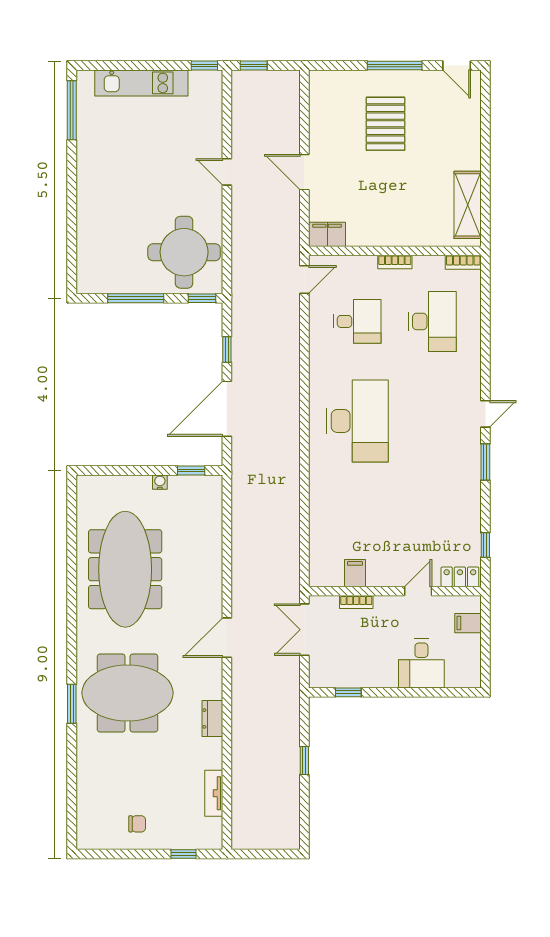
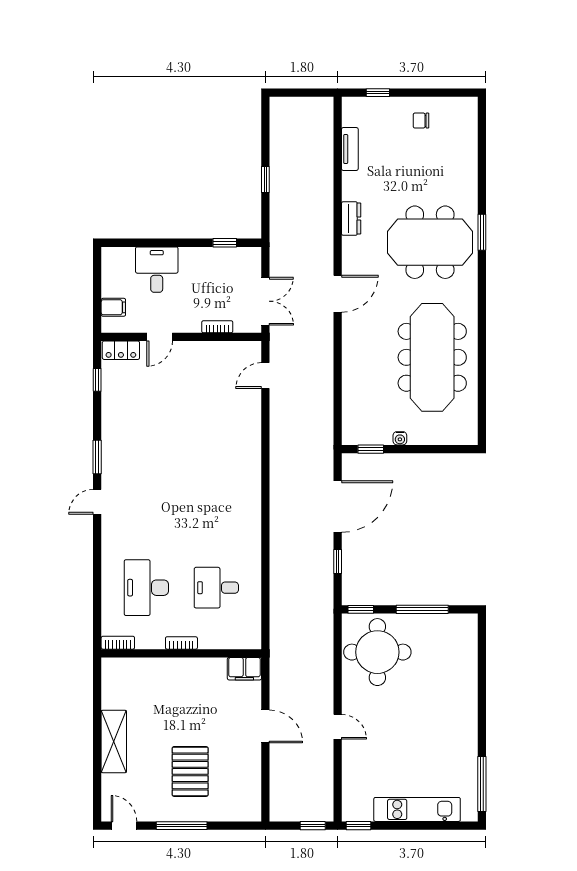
shelving: (468, 205) -> (114, 741), moved
door: (304, 279) -> (265, 376), moved
desk: (357, 421) -> (216, 495), removed
filing cabinet: (355, 573) -> (218, 354), removed

